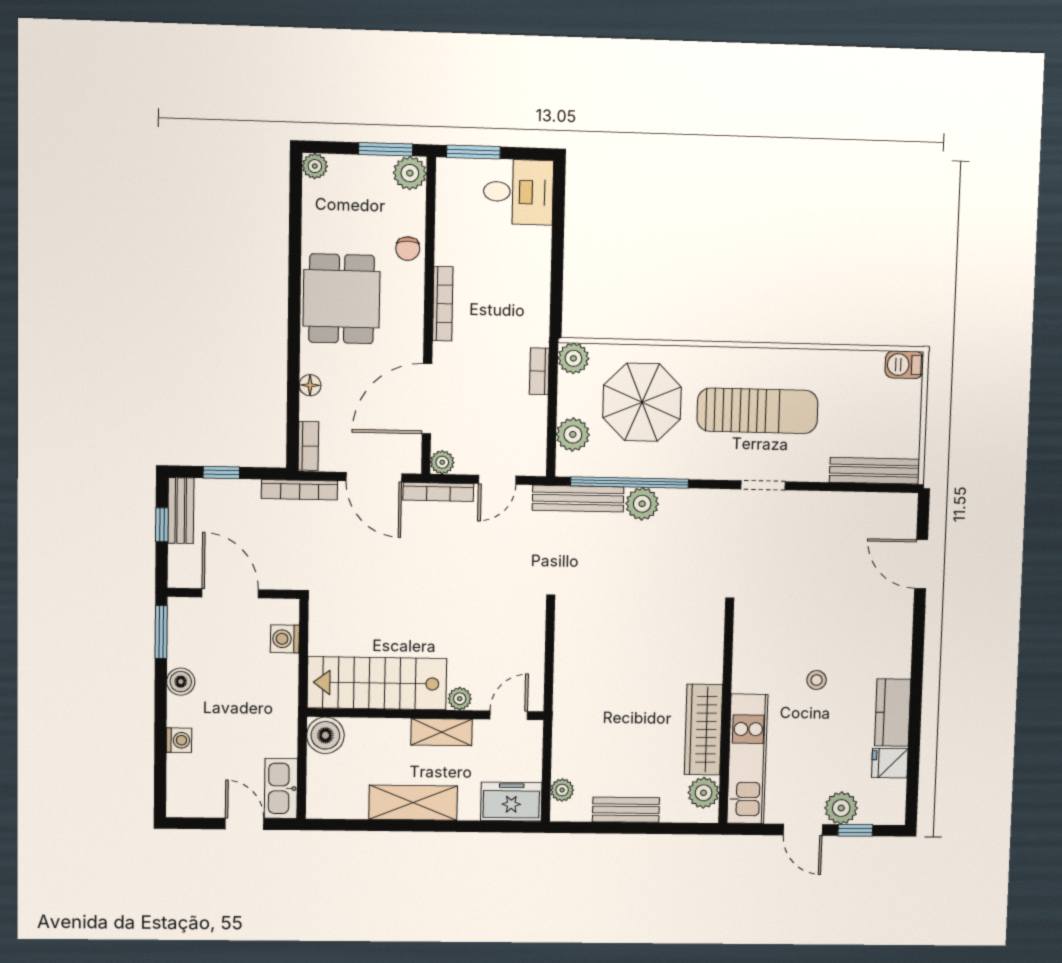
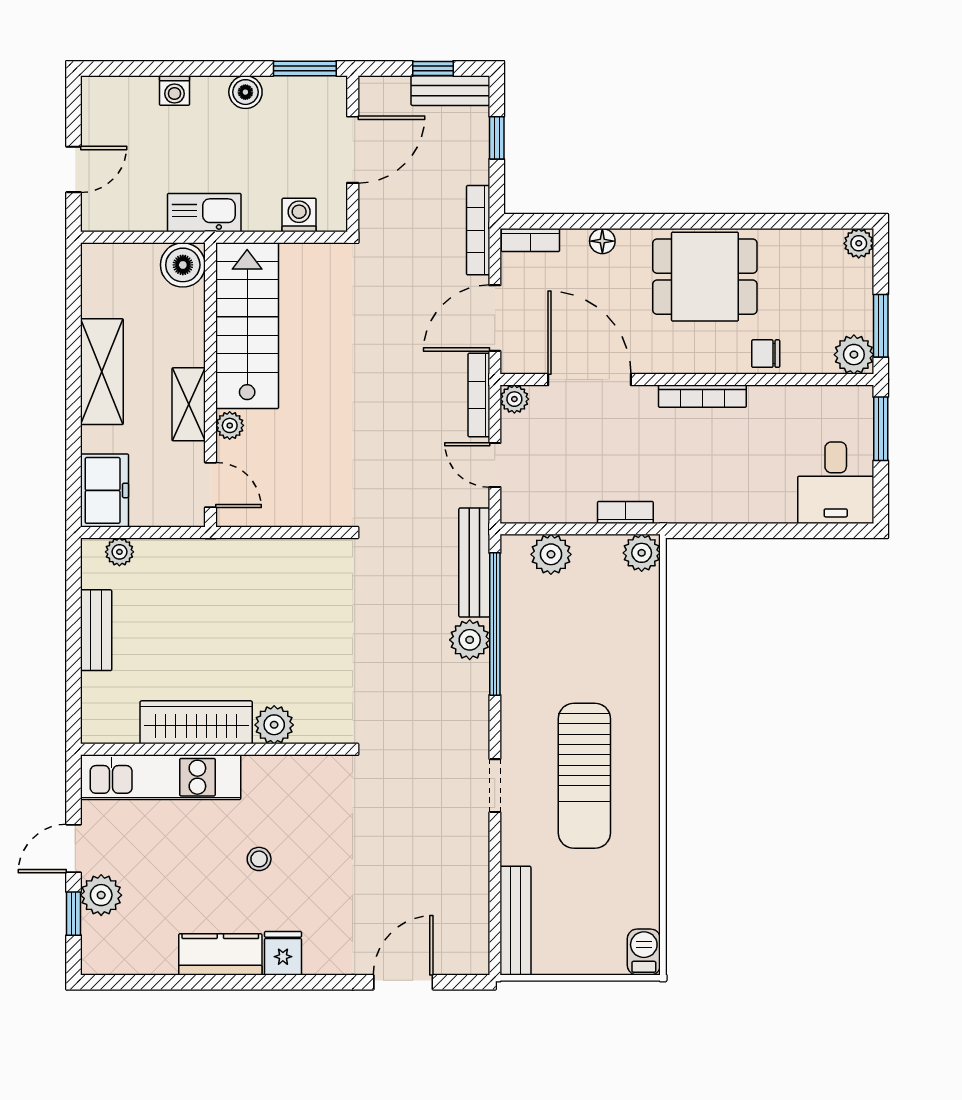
parasol: (642, 402) -> (591, 636), removed
fridge: (890, 763) -> (283, 953), moved
kitchen sink: (281, 788) -> (204, 213), moved
plant: (704, 793) -> (274, 725), moved

